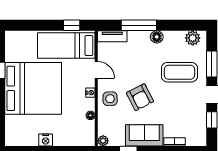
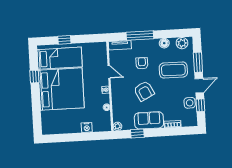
window: (72, 25) -> (64, 40), moved
floor lamp: (157, 37) -> (164, 43), moved
bed: (66, 46) -> (60, 58), moved, turned 180
armchair: (139, 61) -> (142, 63), added
side table: (110, 99) -> (190, 103), moved
nightstand: (46, 140) -> (87, 127), moved

